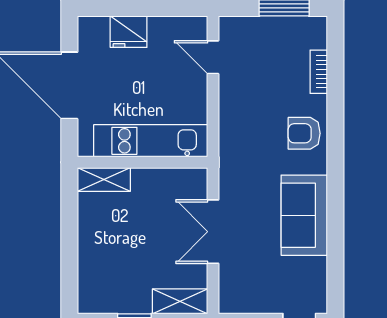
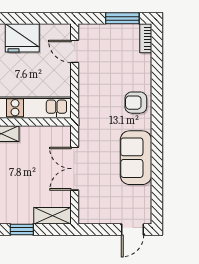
fridge: (129, 32) -> (22, 38), width x1.36, depth x1.34
bookcase: (319, 72) -> (146, 38), moved

